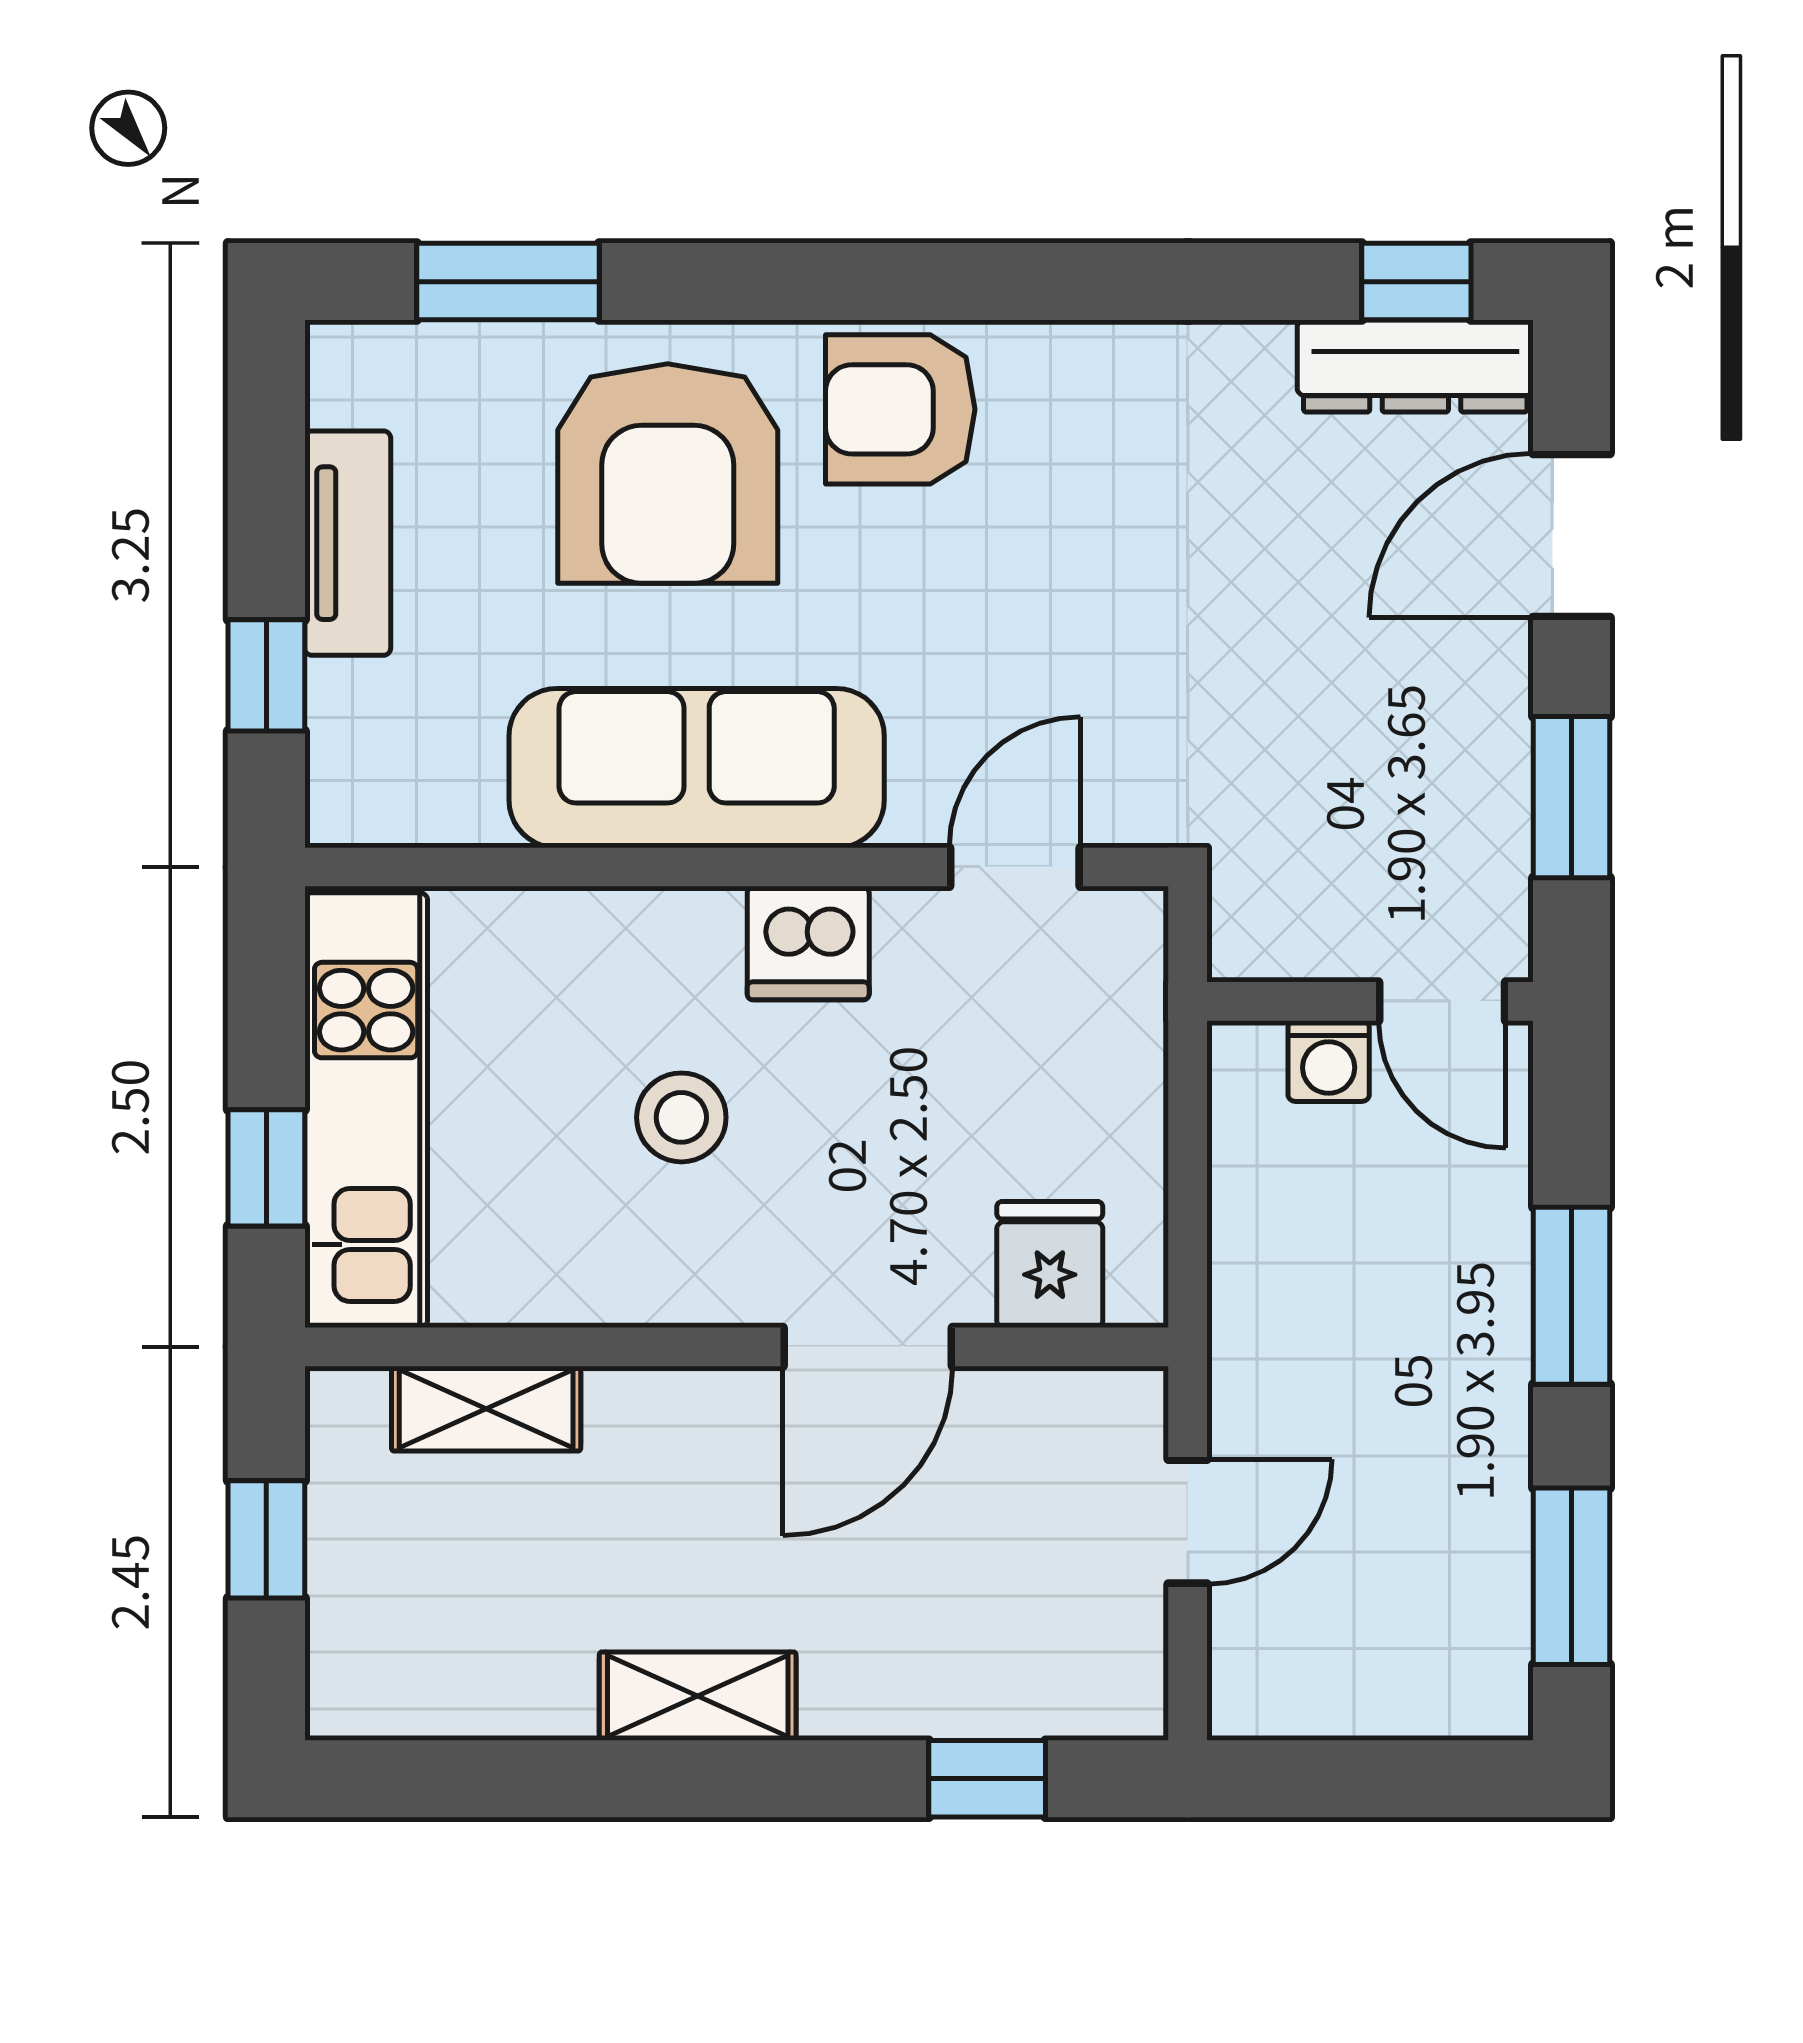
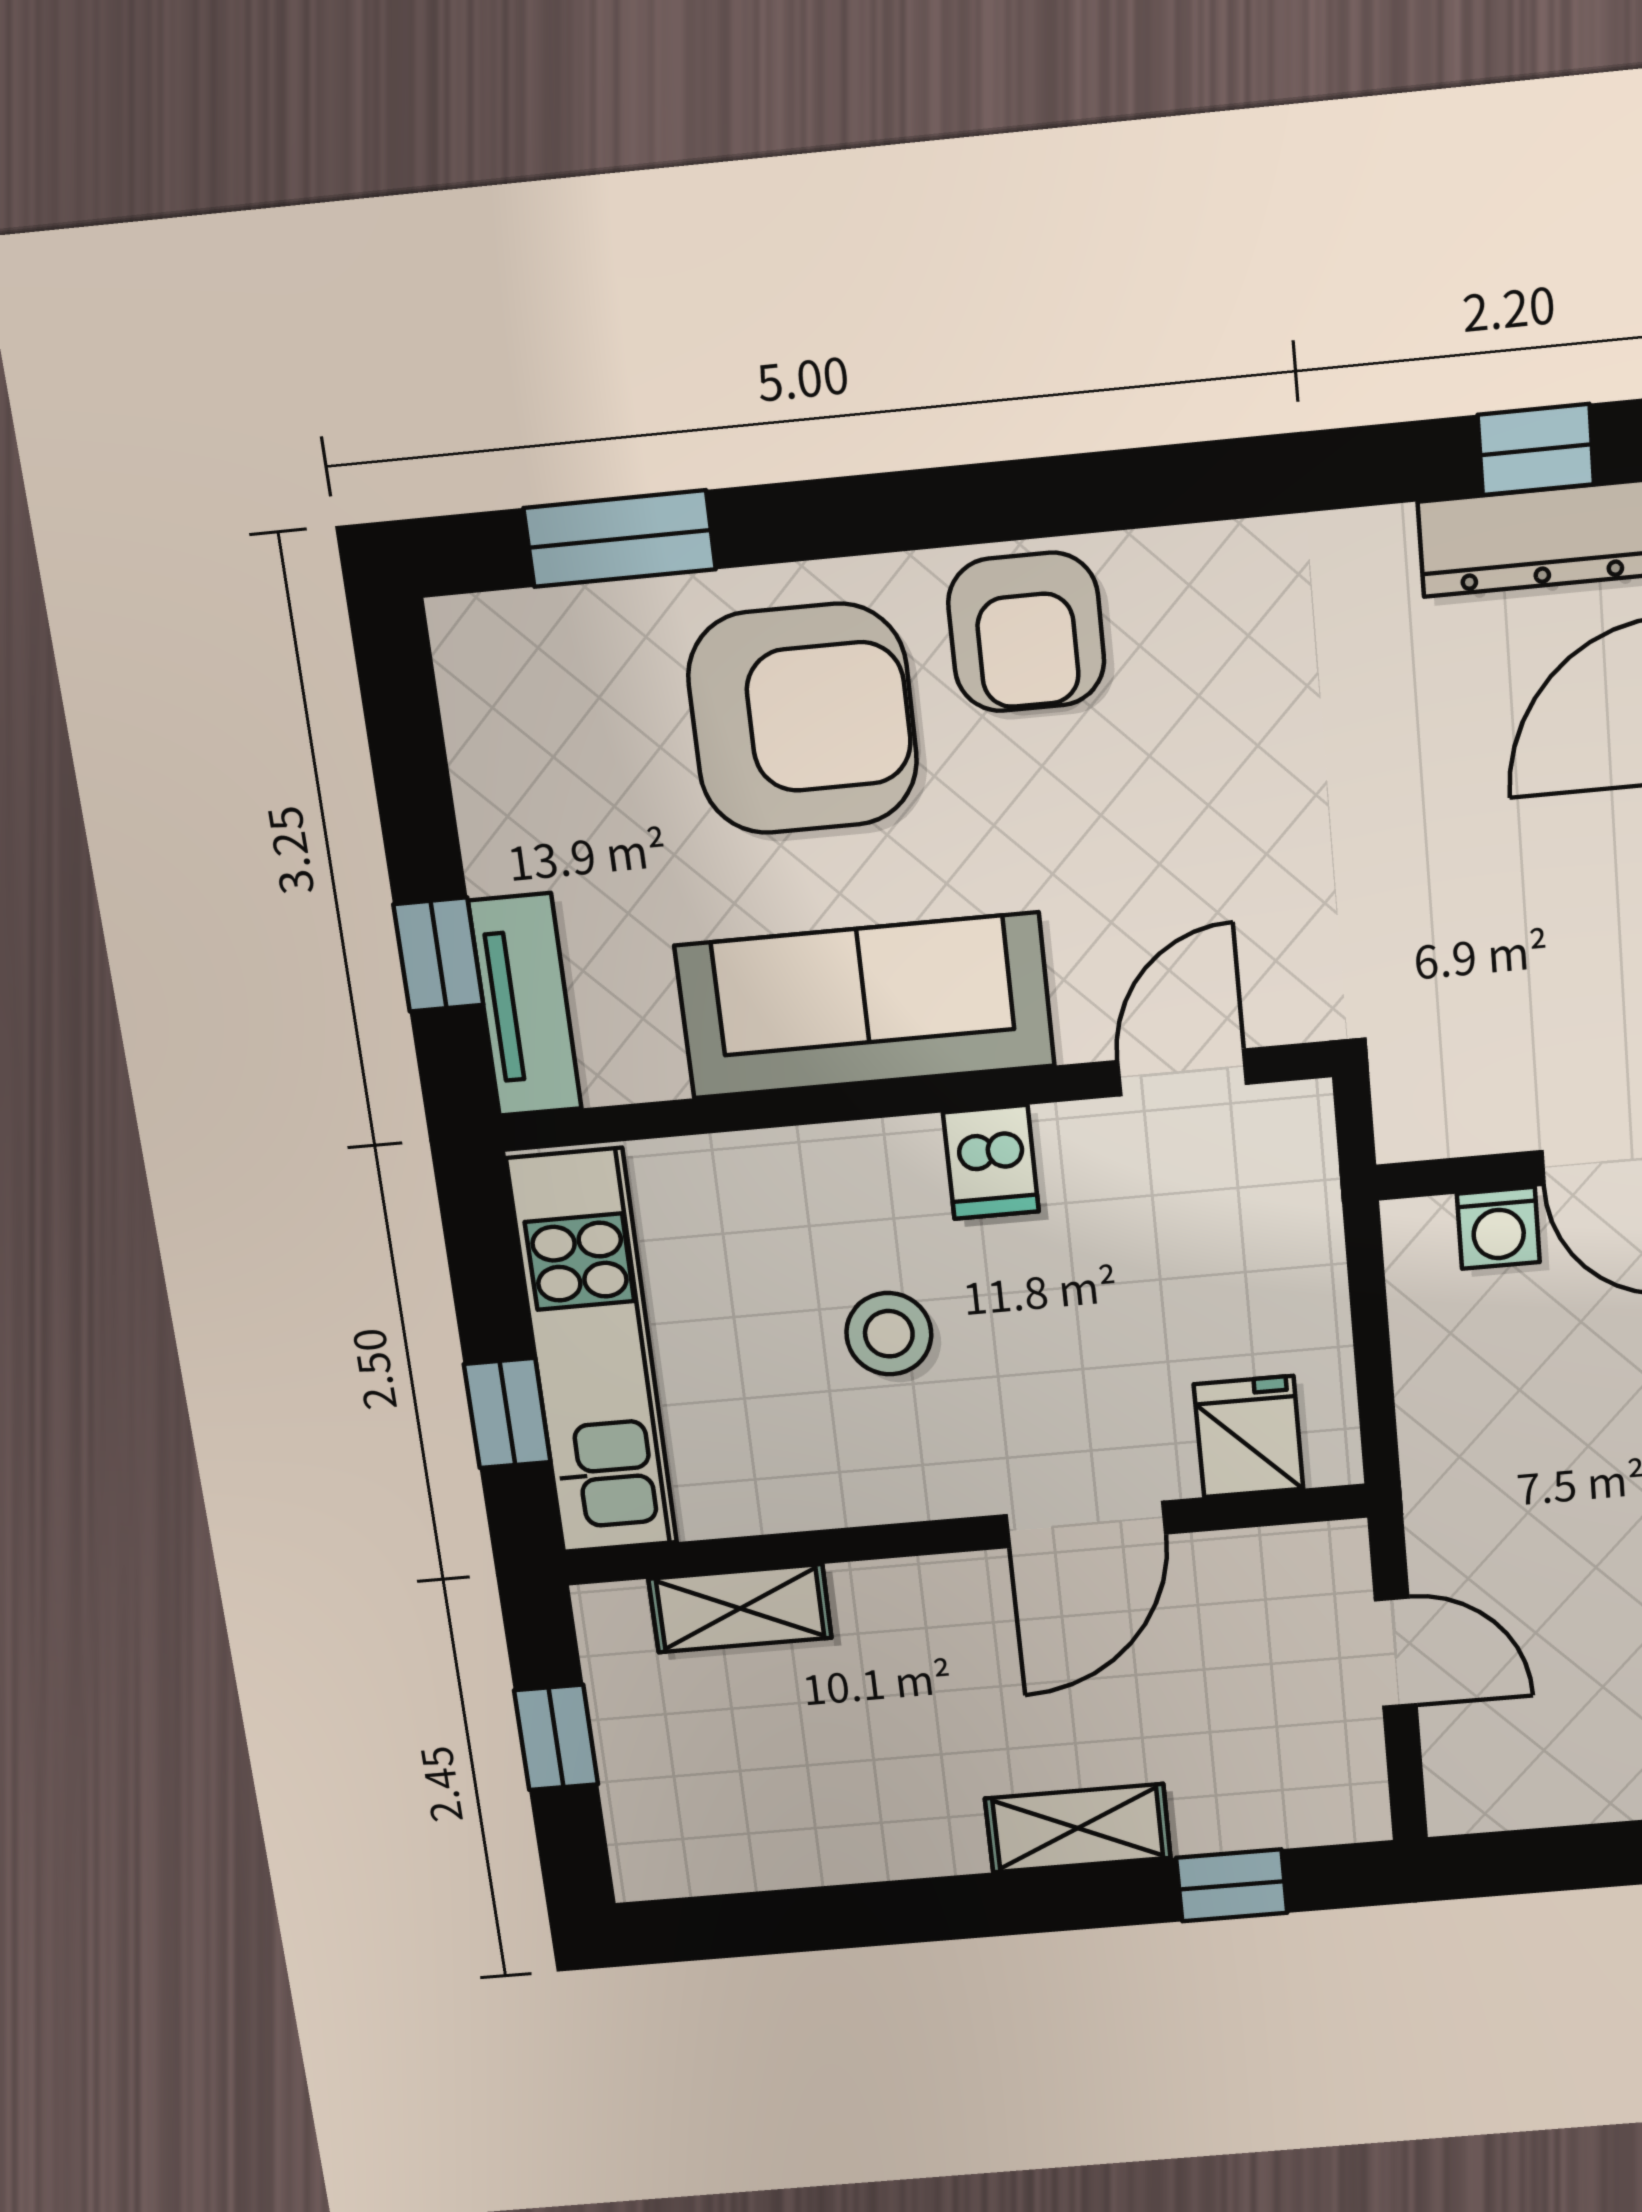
armchair: (900, 409) -> (1026, 632), turned -90
armchair: (668, 474) -> (803, 719), turned -90
tv unit: (348, 543) -> (525, 1005), moved
dishwasher: (808, 943) -> (991, 1162), width x0.73
door: (1188, 1522) -> (1396, 1652), hinge flipped
shelving: (698, 1696) -> (1078, 1828), moved

